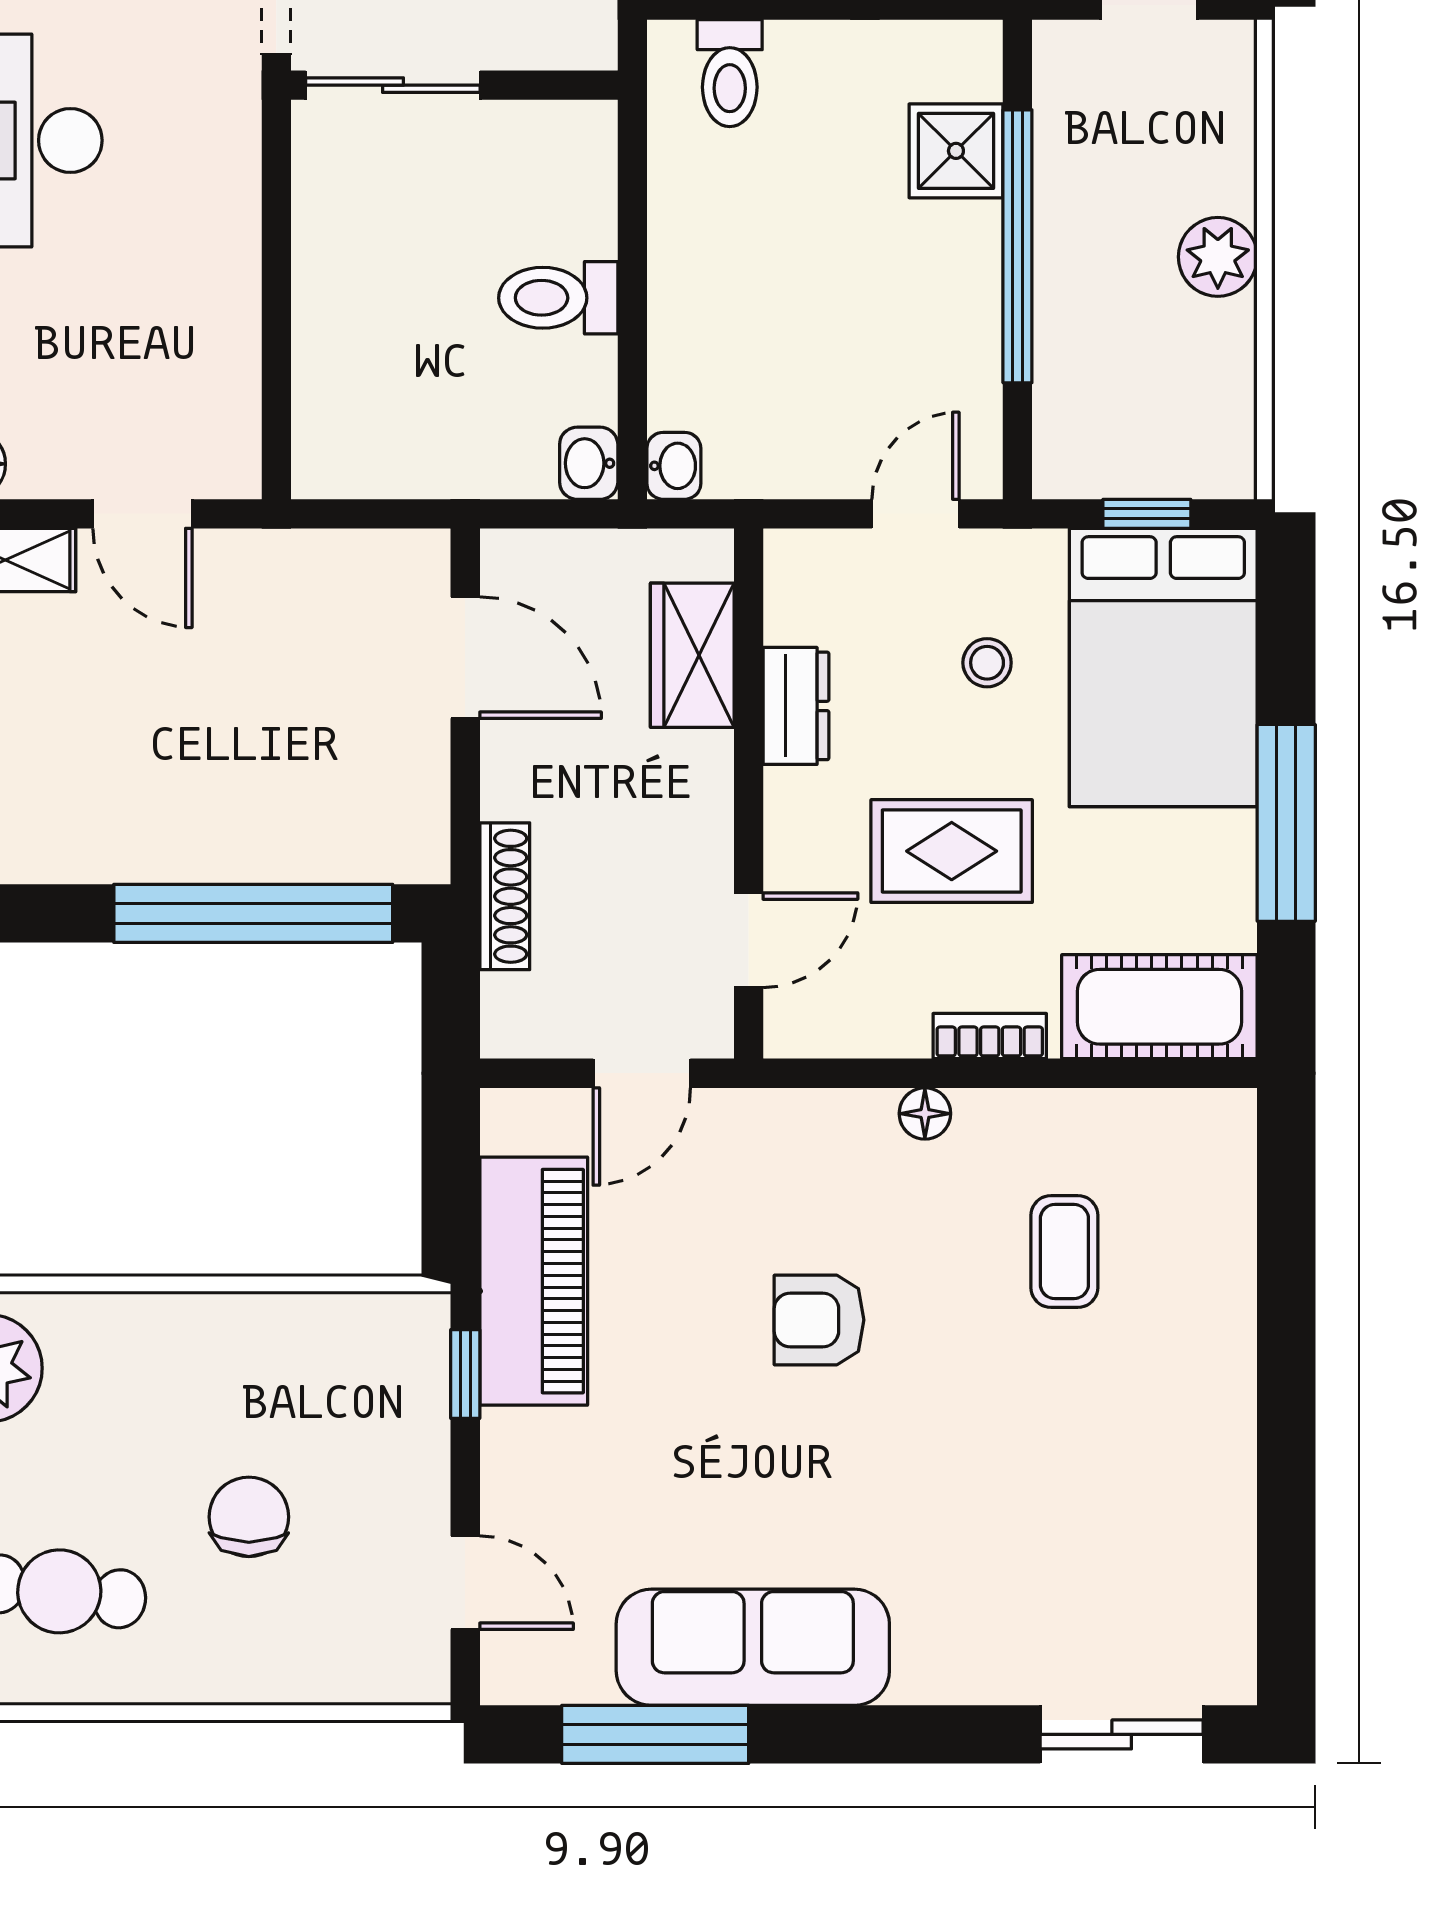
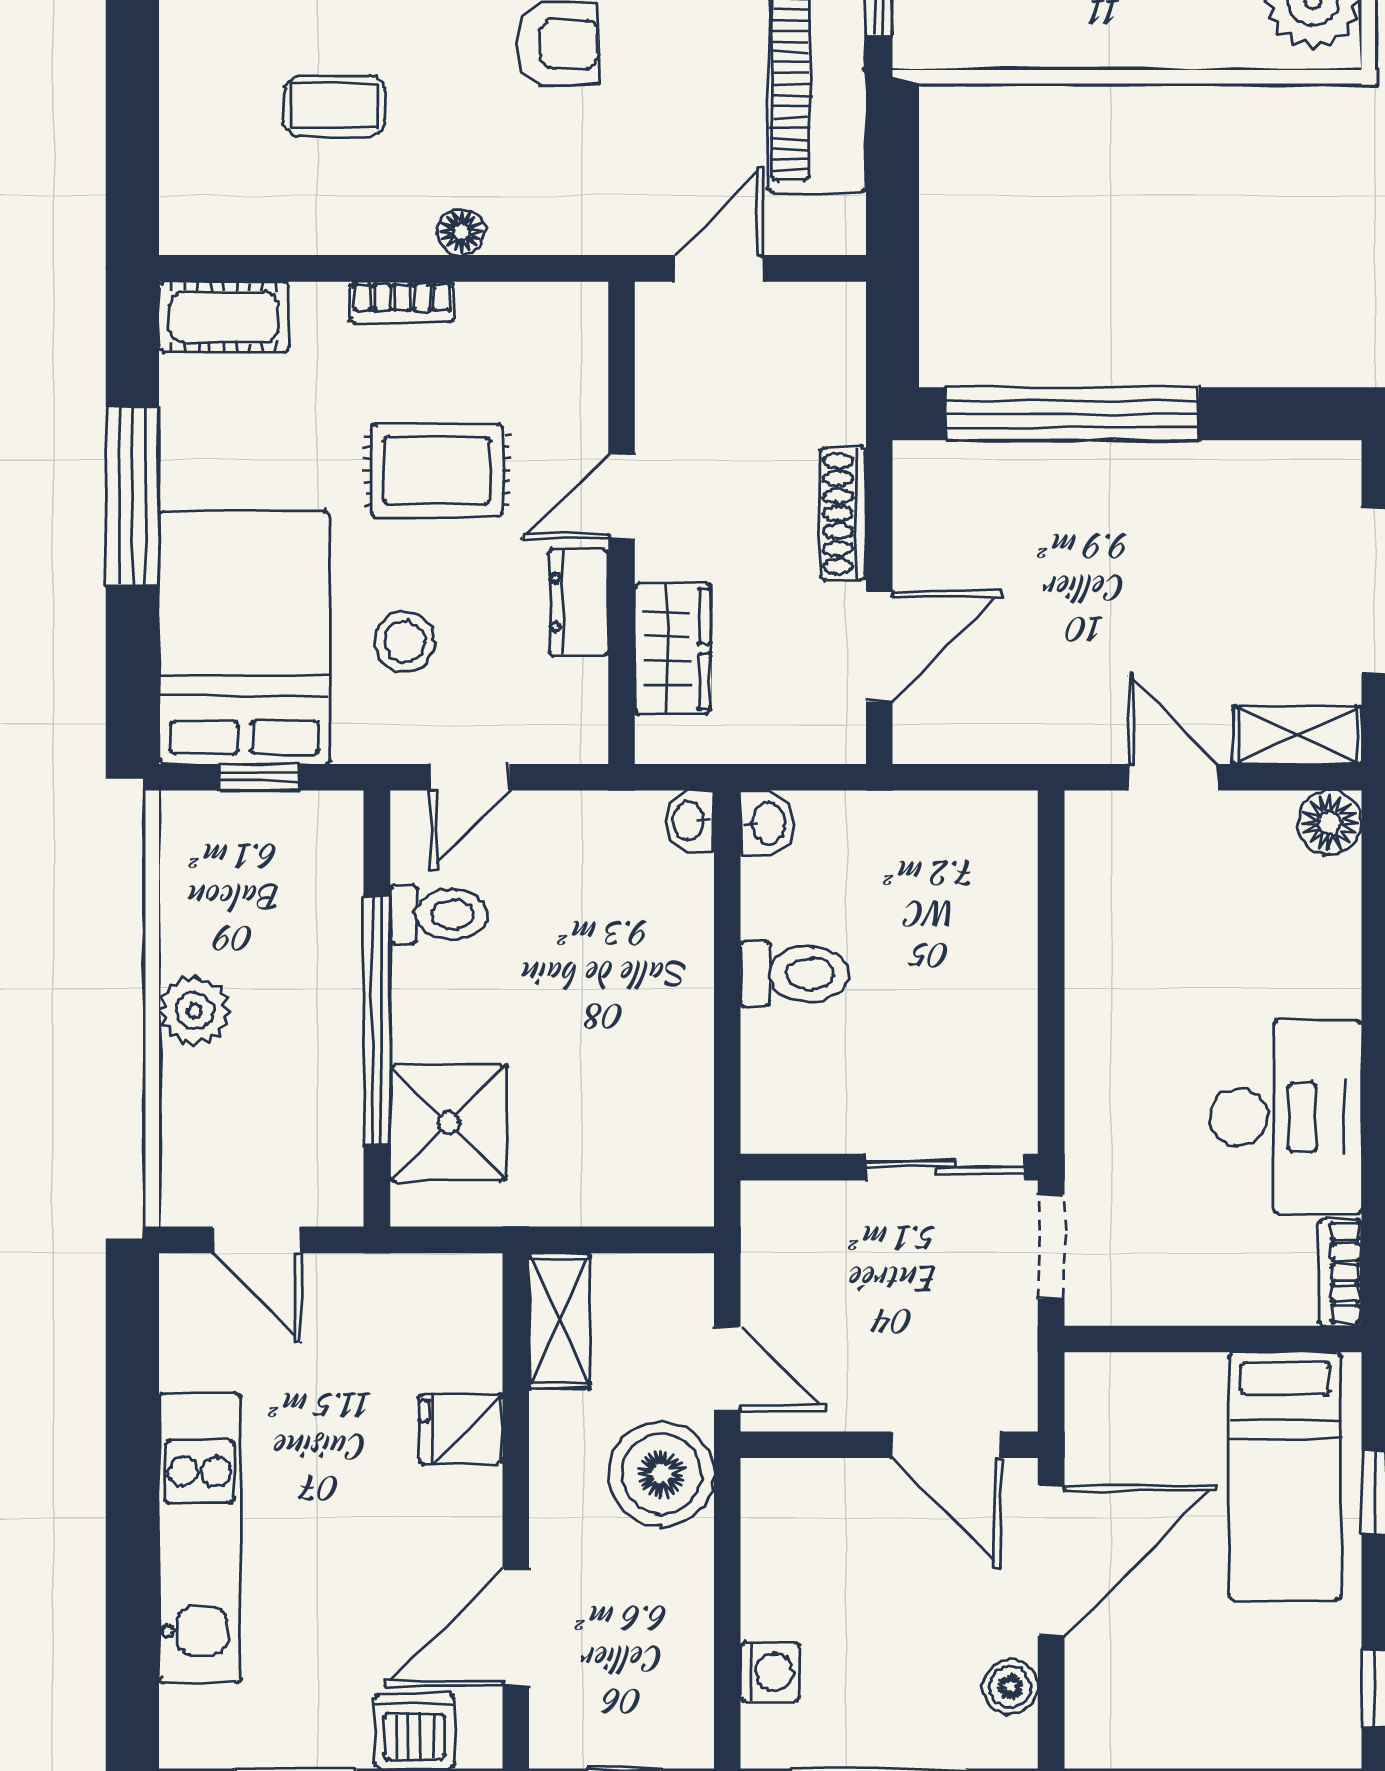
toilet: (730, 73) -> (439, 914), moved, turned 90
shower: (956, 151) -> (448, 1123), width x1.36, depth x1.36
door: (465, 658) -> (879, 646), swing flipped
stool: (987, 663) -> (405, 642), width x1.37, depth x1.37
shoe rack: (505, 896) -> (843, 514), moved
door: (749, 940) -> (621, 496), moved
cot: (1159, 1007) -> (224, 317), width x0.73, depth x0.75
coffee table: (1064, 1251) -> (334, 106), turned 90

